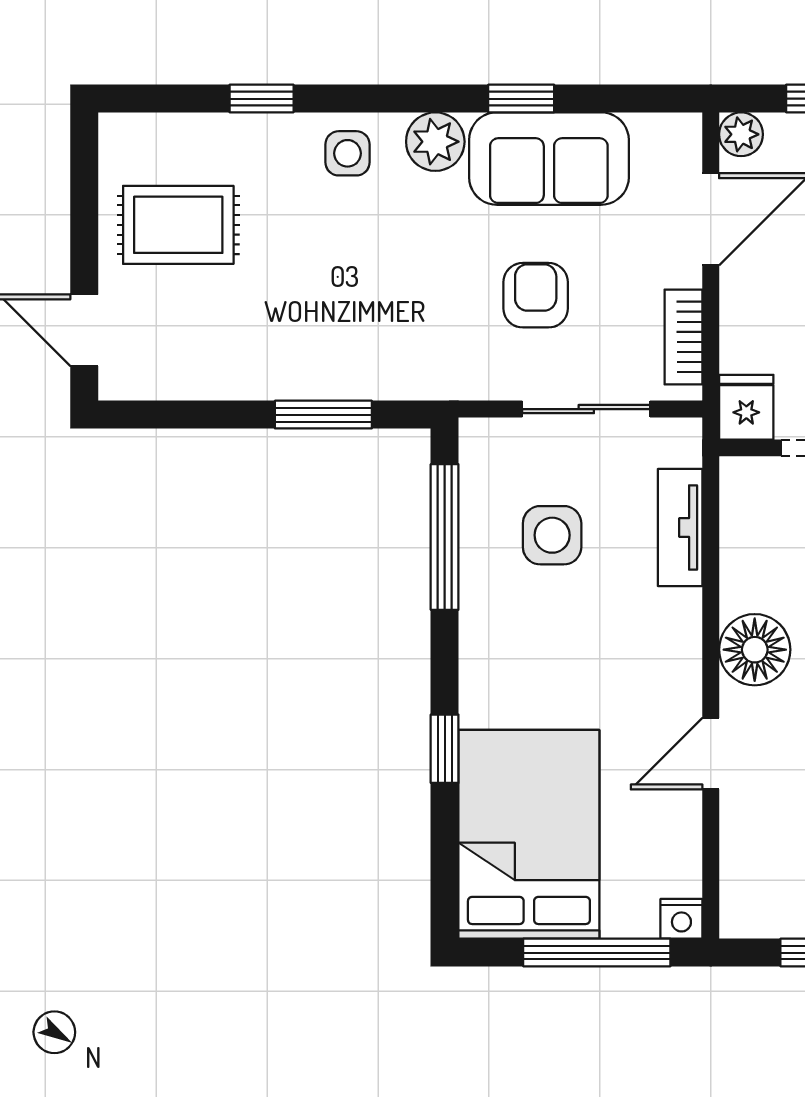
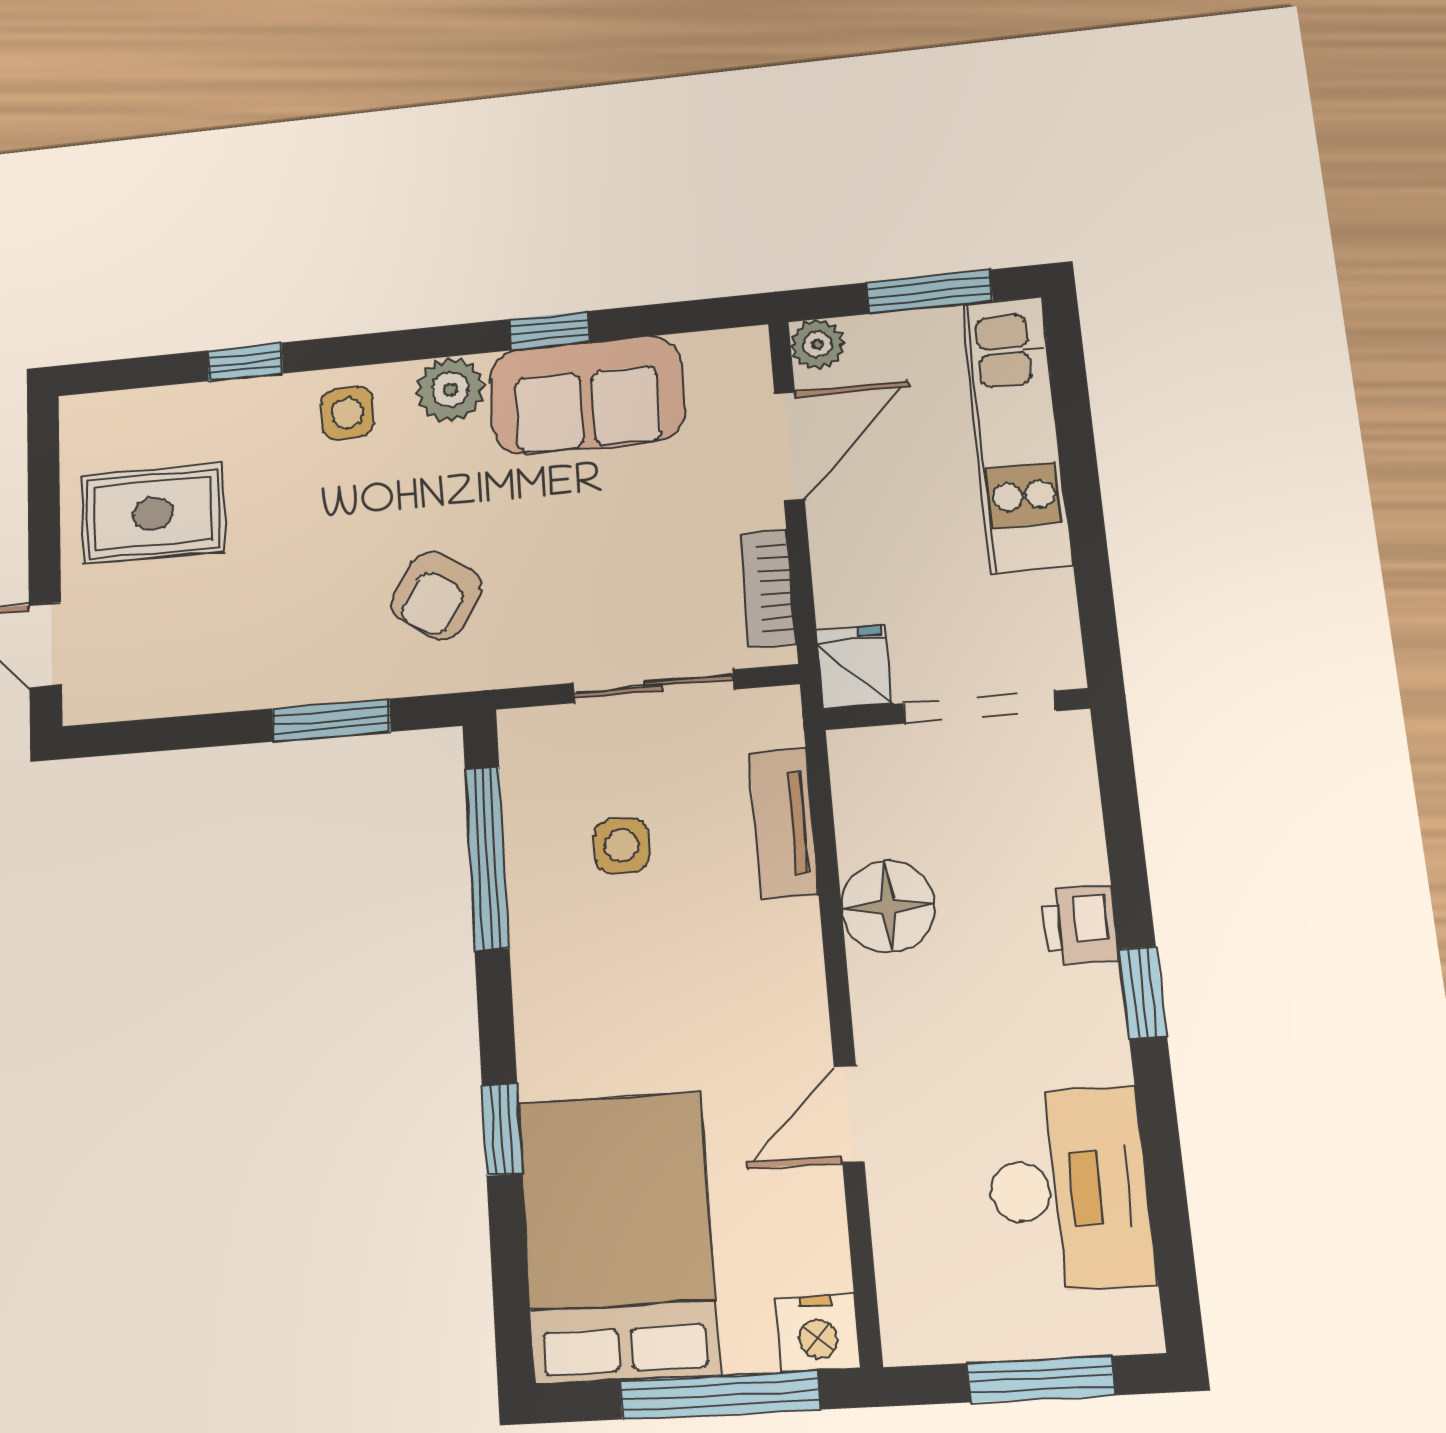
armchair: (536, 295) -> (436, 596), moved, turned -148
side table: (552, 535) -> (622, 846), width x0.73, depth x0.73
floor lamp: (755, 650) -> (888, 907), moved
nightstand: (681, 919) -> (818, 1333), width x1.39, depth x1.35

